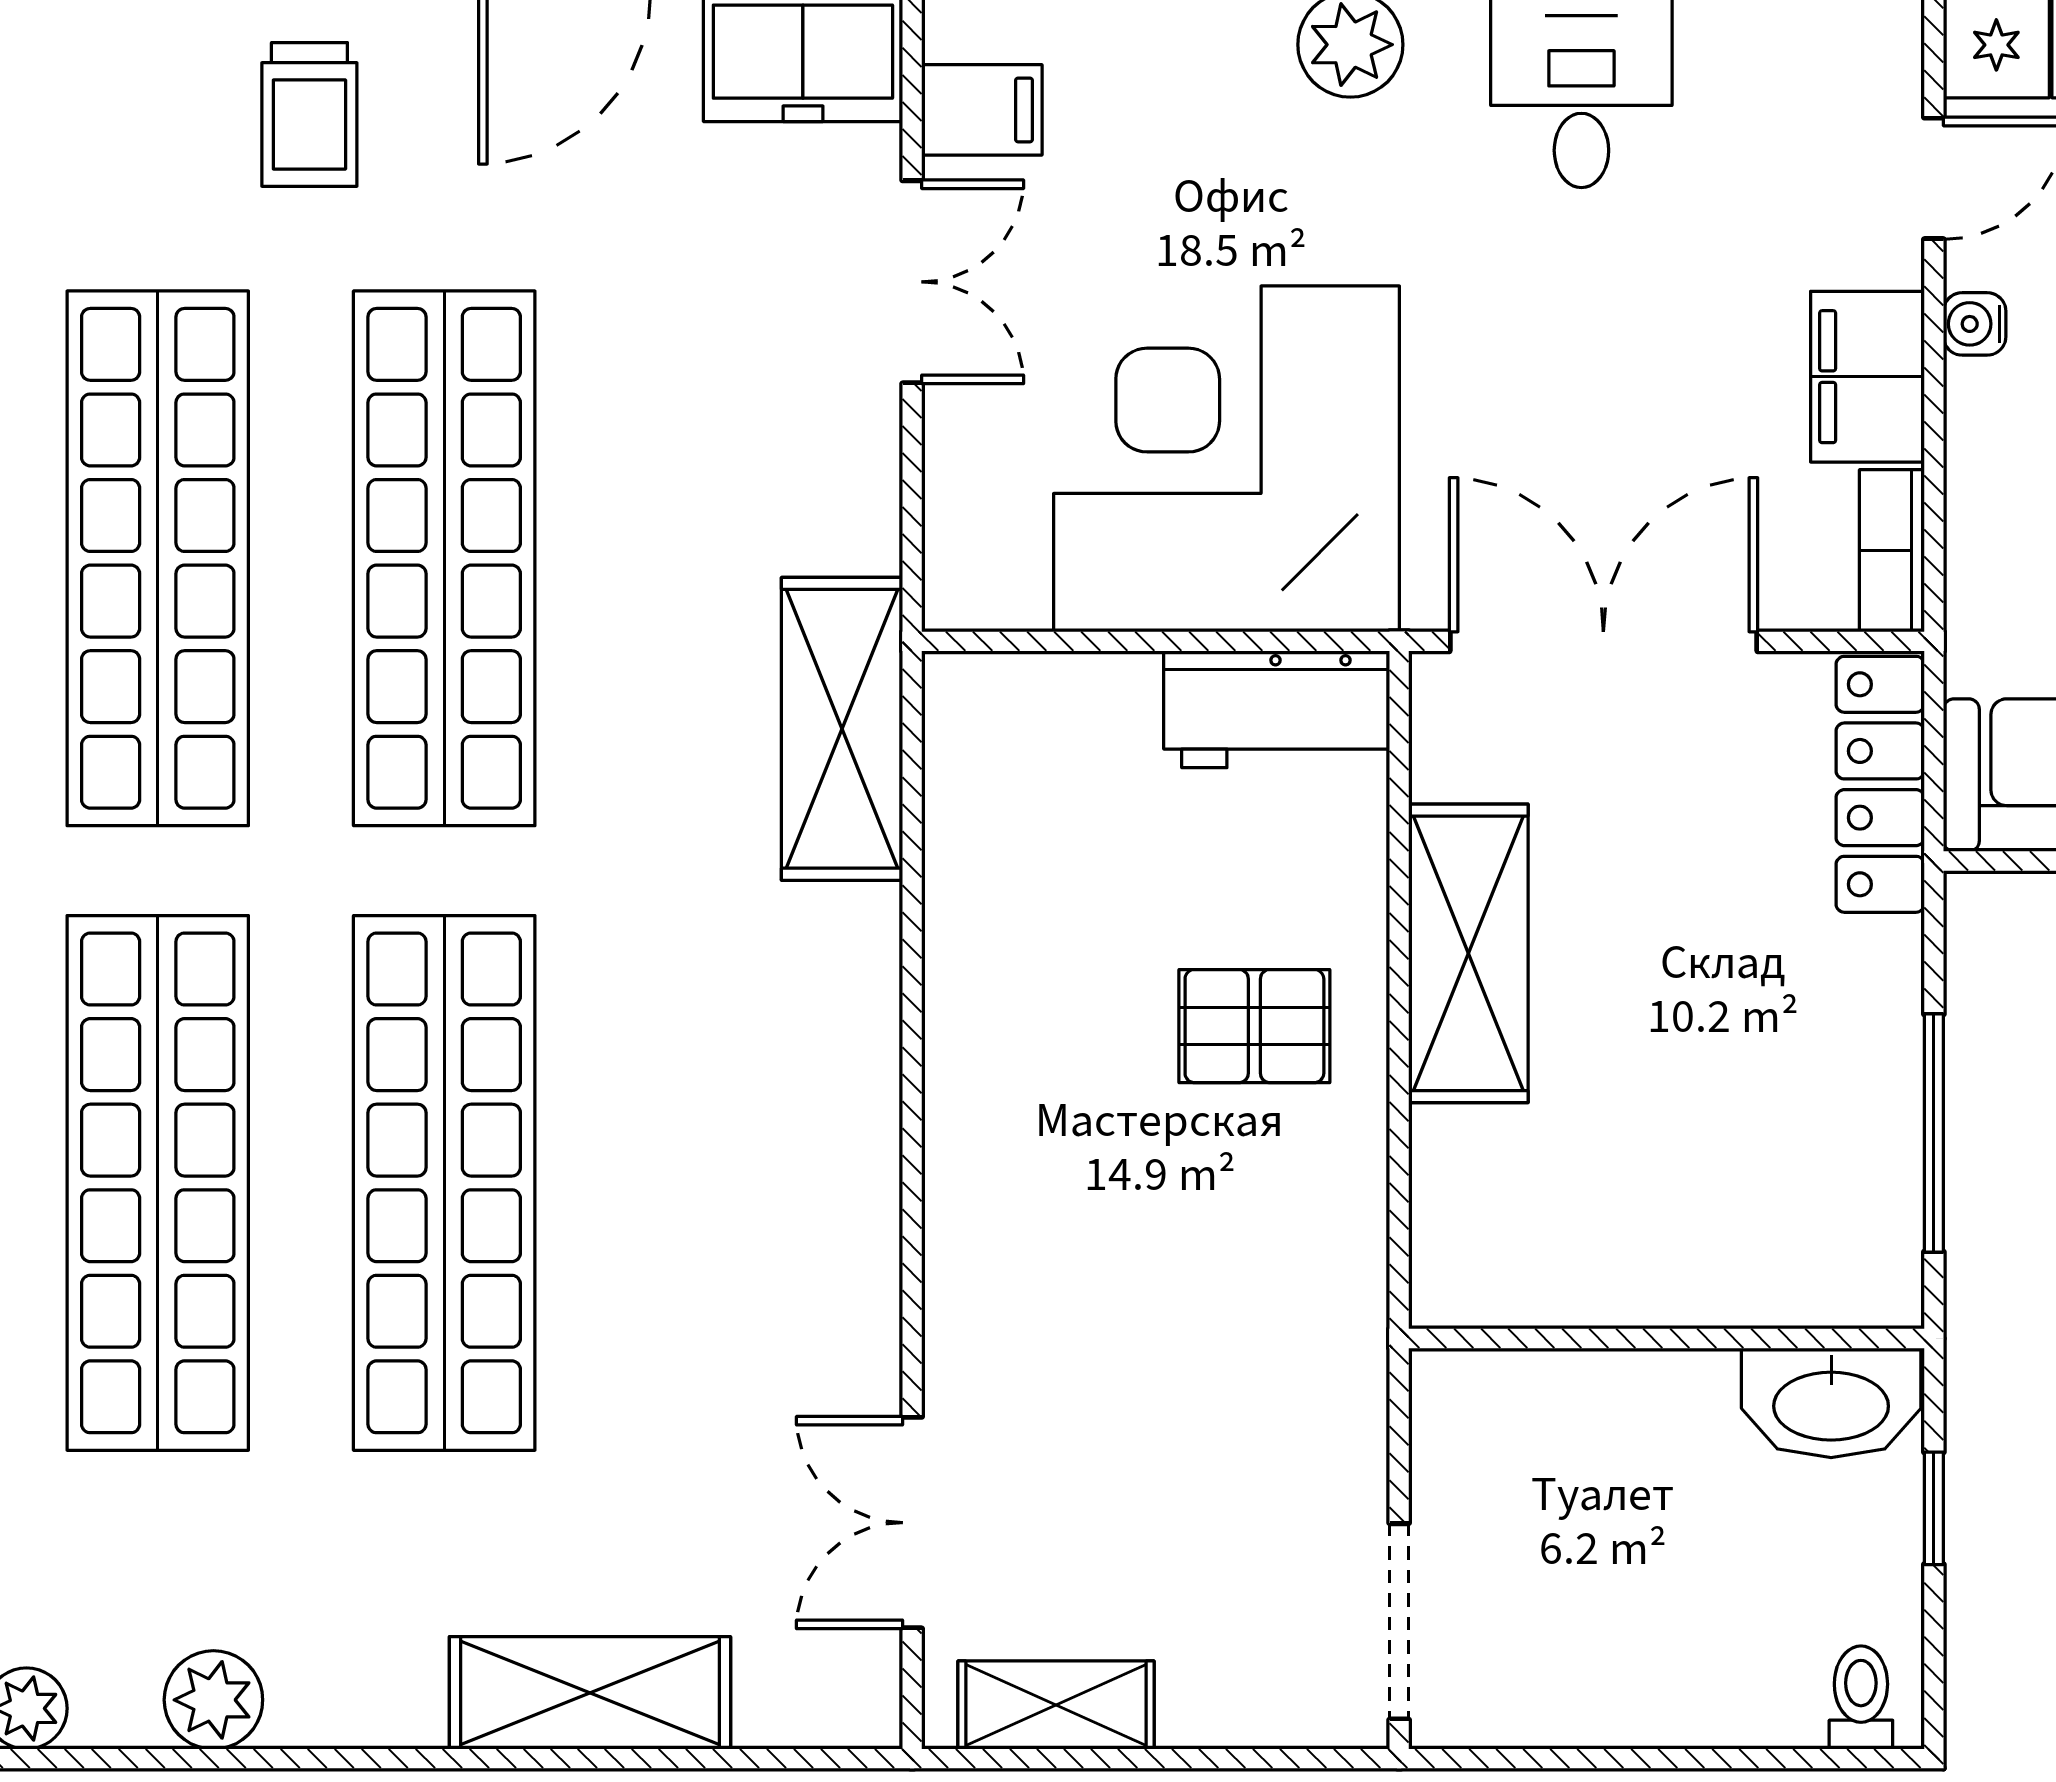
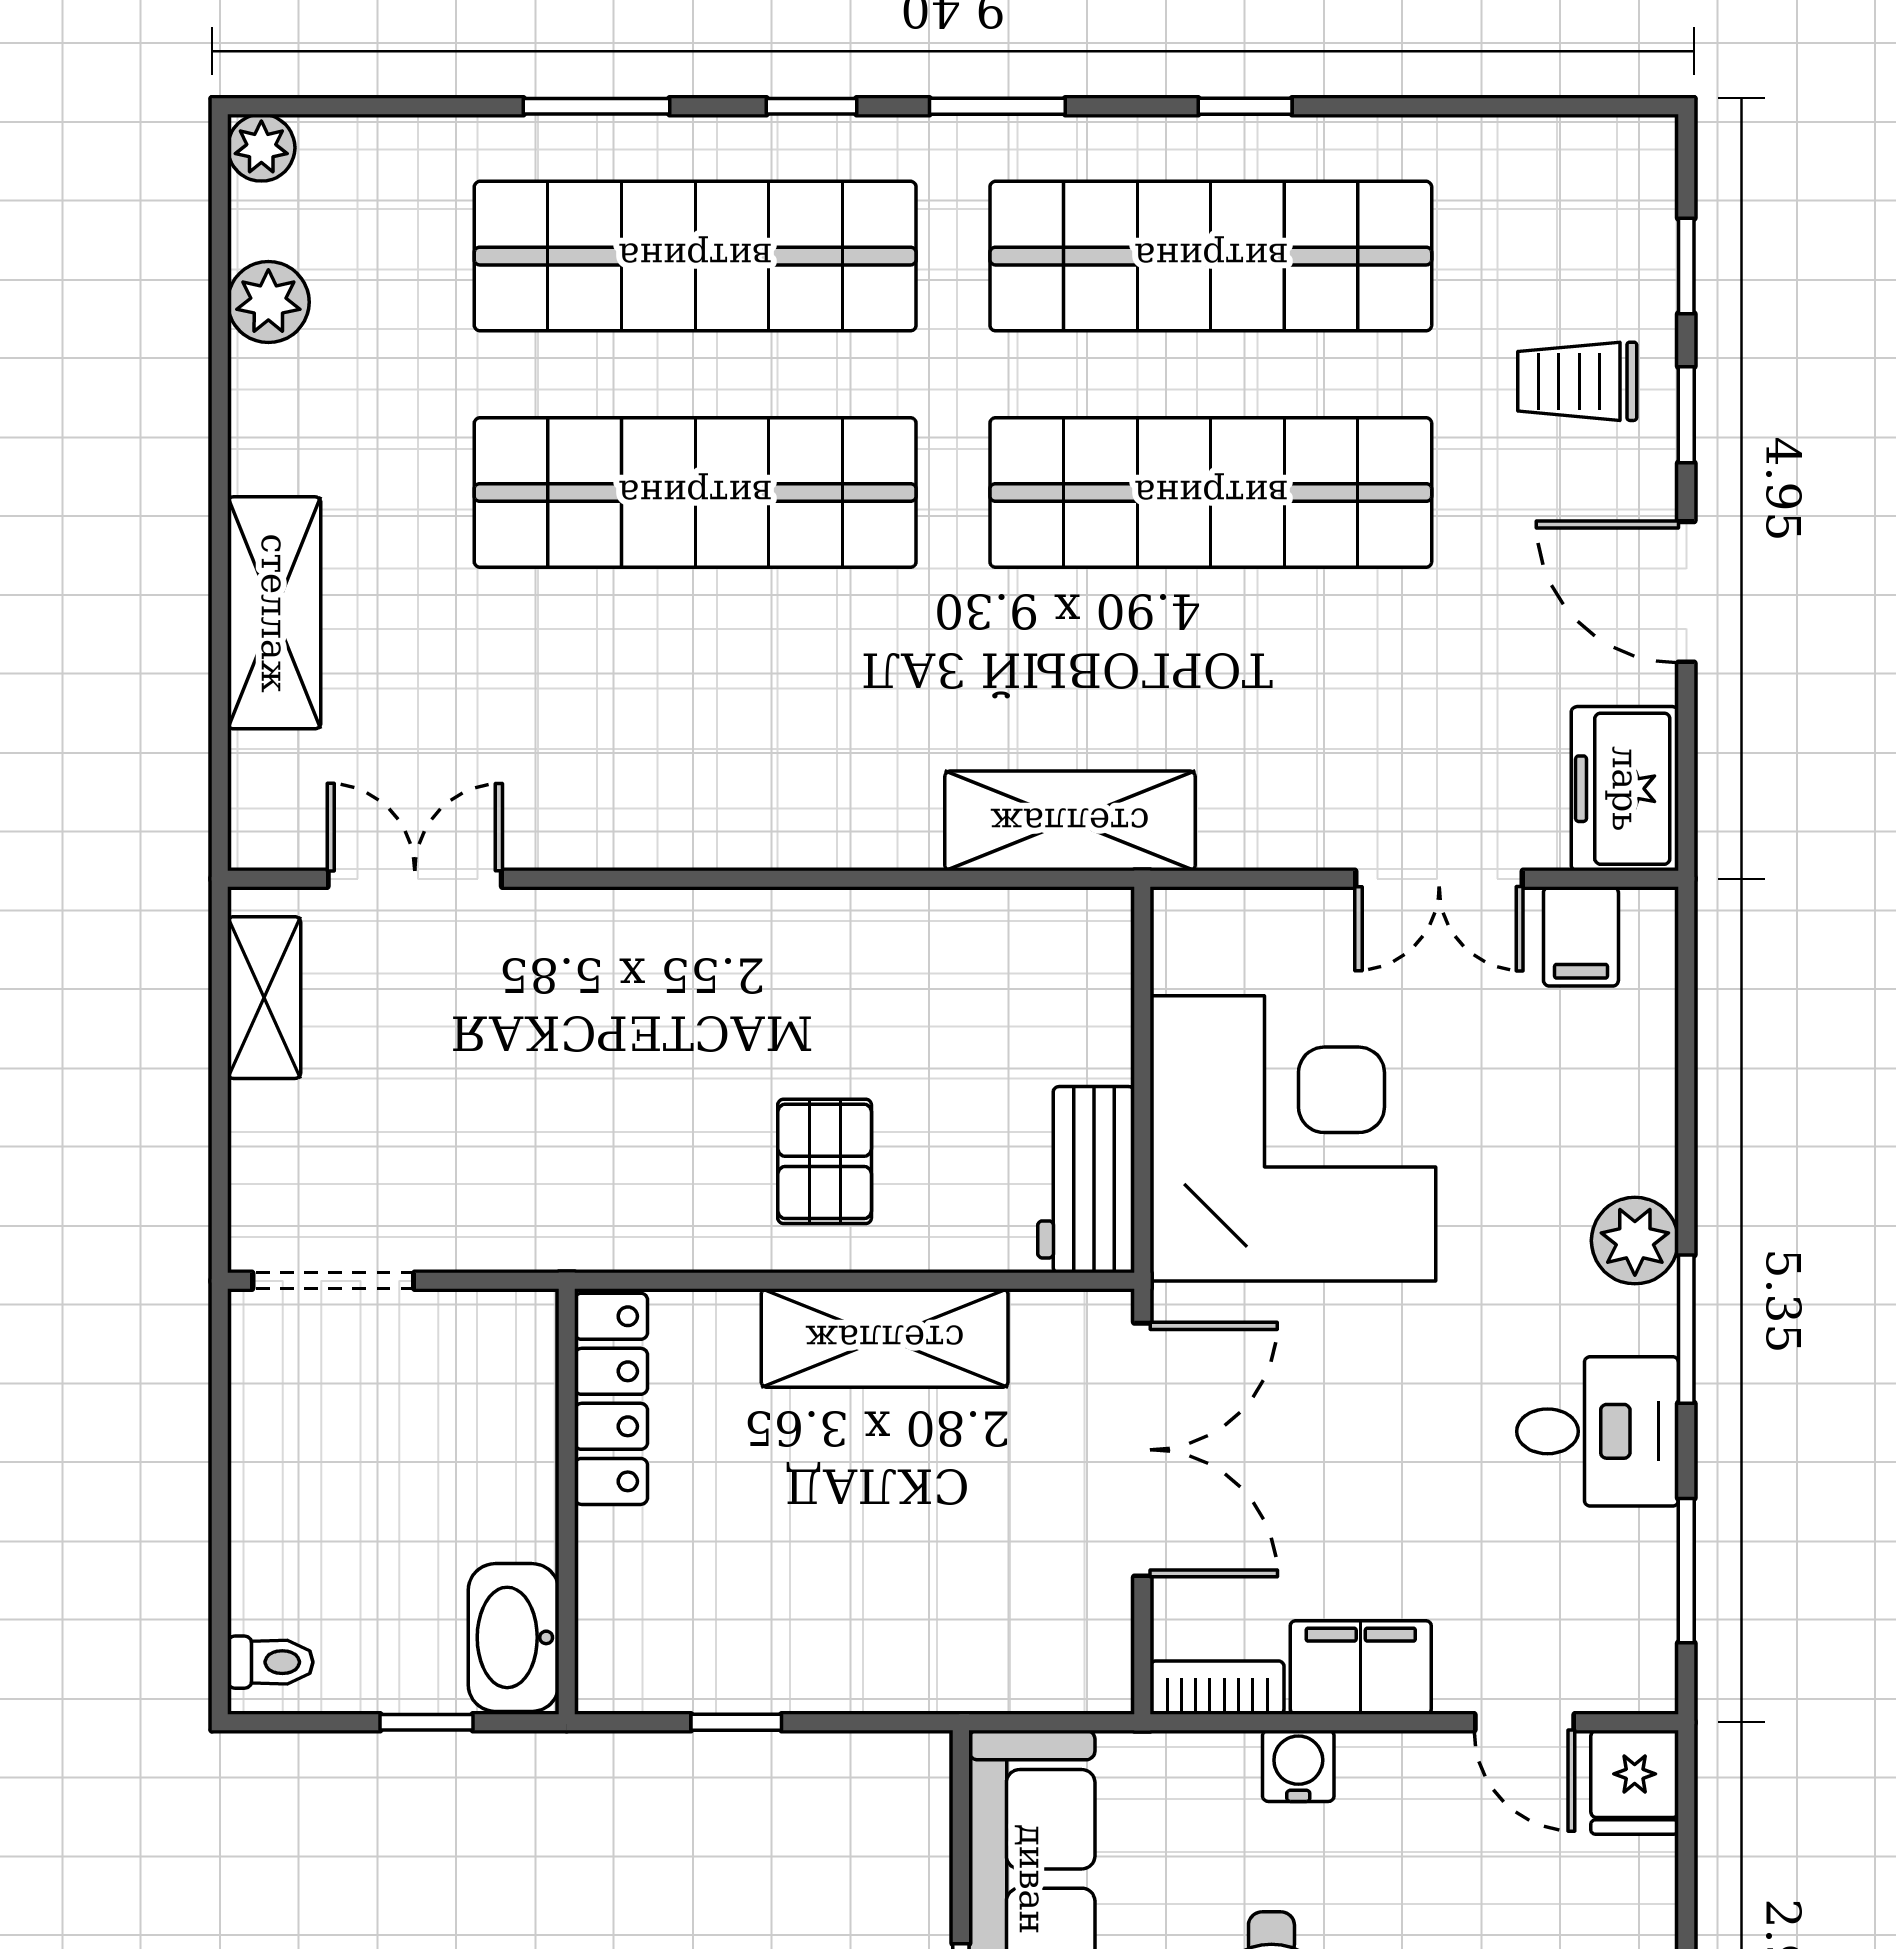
water cooler: (1975, 324) -> (1298, 1766), moved, width x1.38, depth x1.38
locker: (1880, 784) -> (611, 1399), moved, turned 90
window: (1934, 1133) -> (736, 1722), width x0.46

